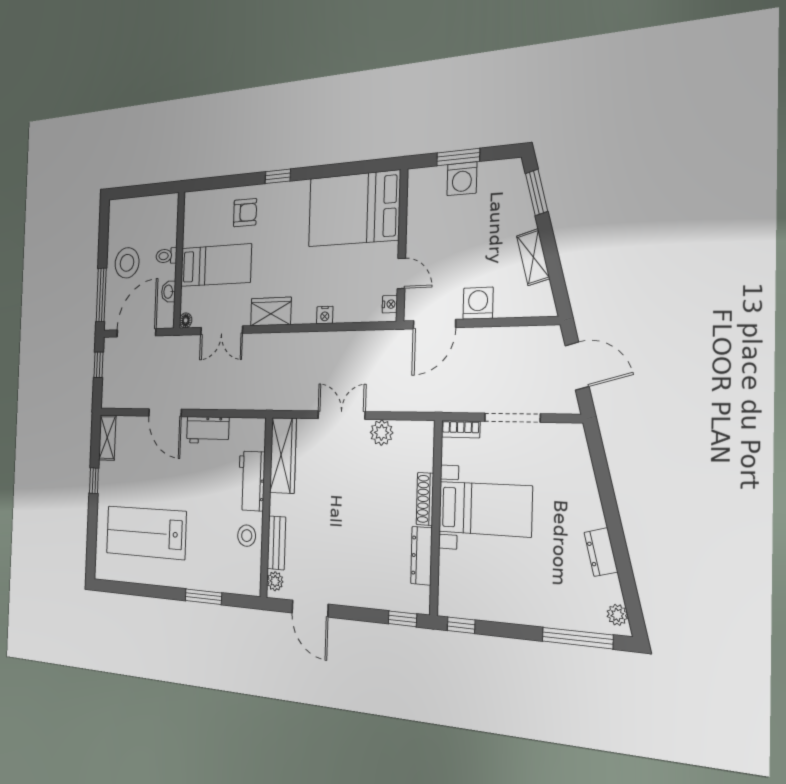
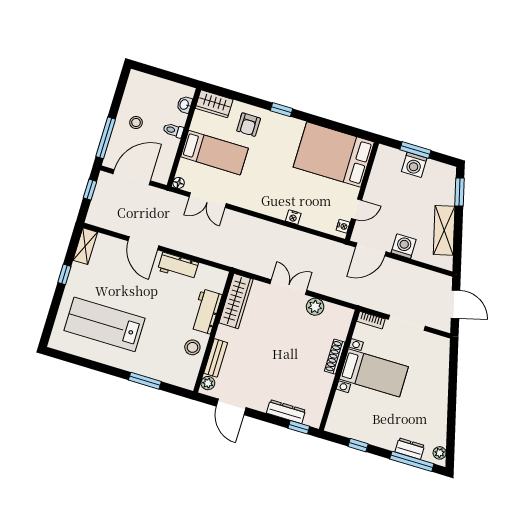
armchair: (245, 213) -> (249, 125), turned 90
shelving: (533, 257) -> (444, 230), width x1.50, depth x1.33
stool: (127, 263) -> (136, 122), width x0.53, depth x0.53
door: (401, 273) -> (357, 209), hinge flipped
washbasin: (169, 292) -> (185, 105), moved
wardrobe: (271, 312) -> (214, 104), moved, turned 180
dresser: (601, 552) -> (410, 449), moved, turned 105
dresser: (421, 556) -> (286, 412), moved, turned 90
window: (461, 625) -> (358, 445), moved

